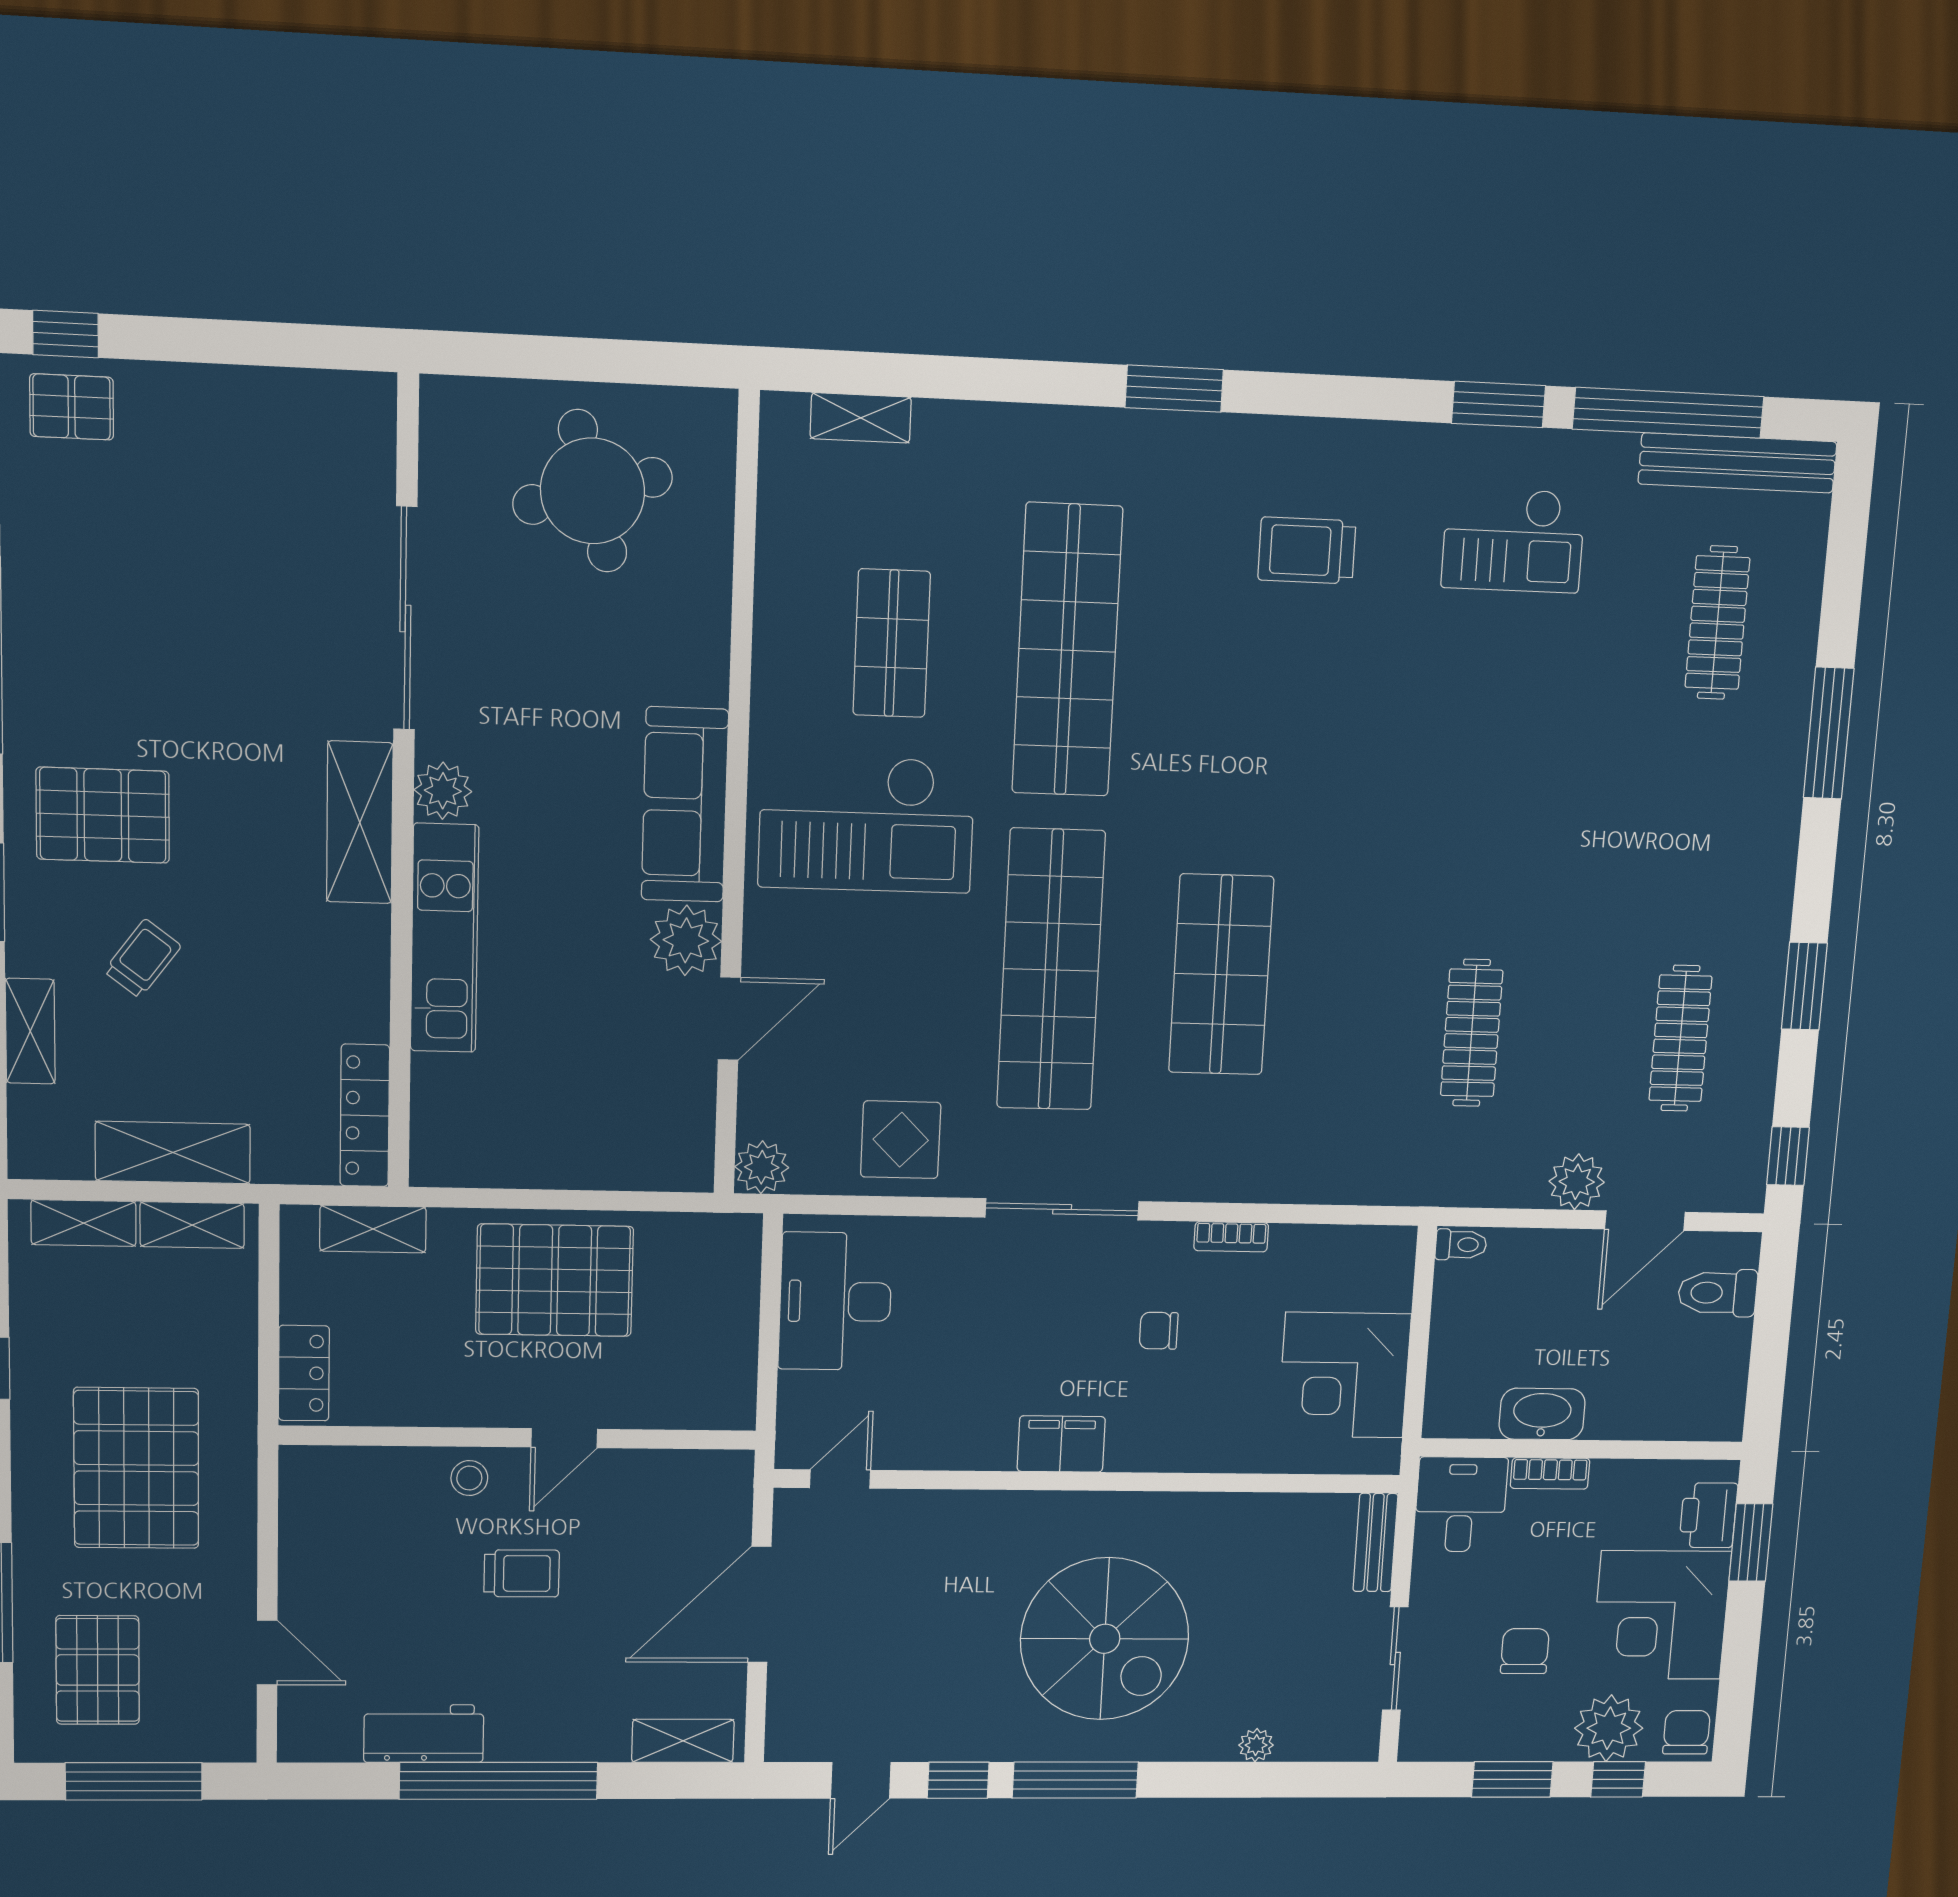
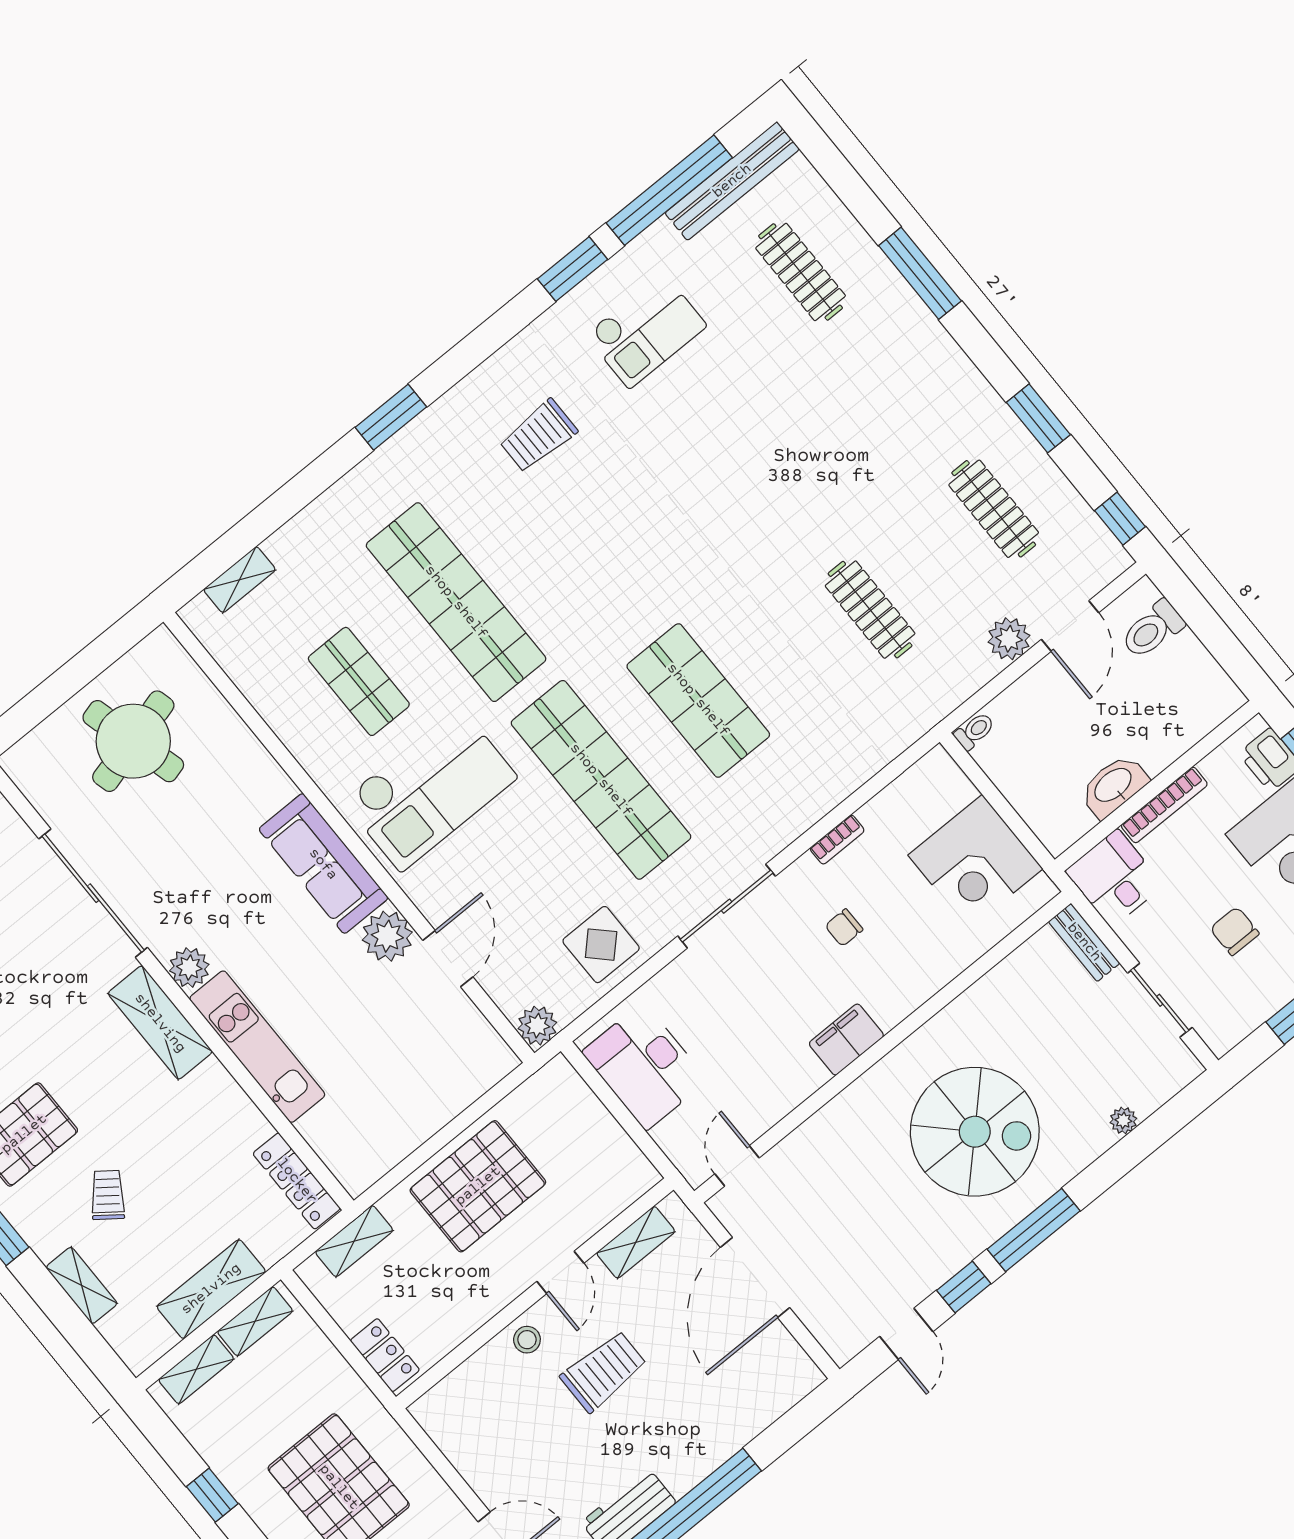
bookcase: (1550, 1473) -> (1164, 805), width x1.56
trolley: (522, 1573) -> (604, 1371), width x1.36, depth x1.39
shelving: (683, 1741) -> (636, 1242), moved

